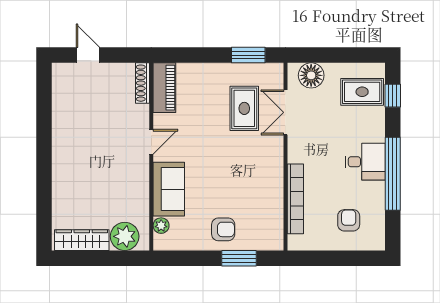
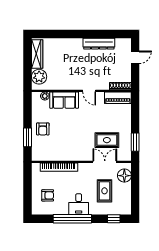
rug: (362, 92) -> (104, 191), moved
dresser: (62, 124) -> (99, 44), added

